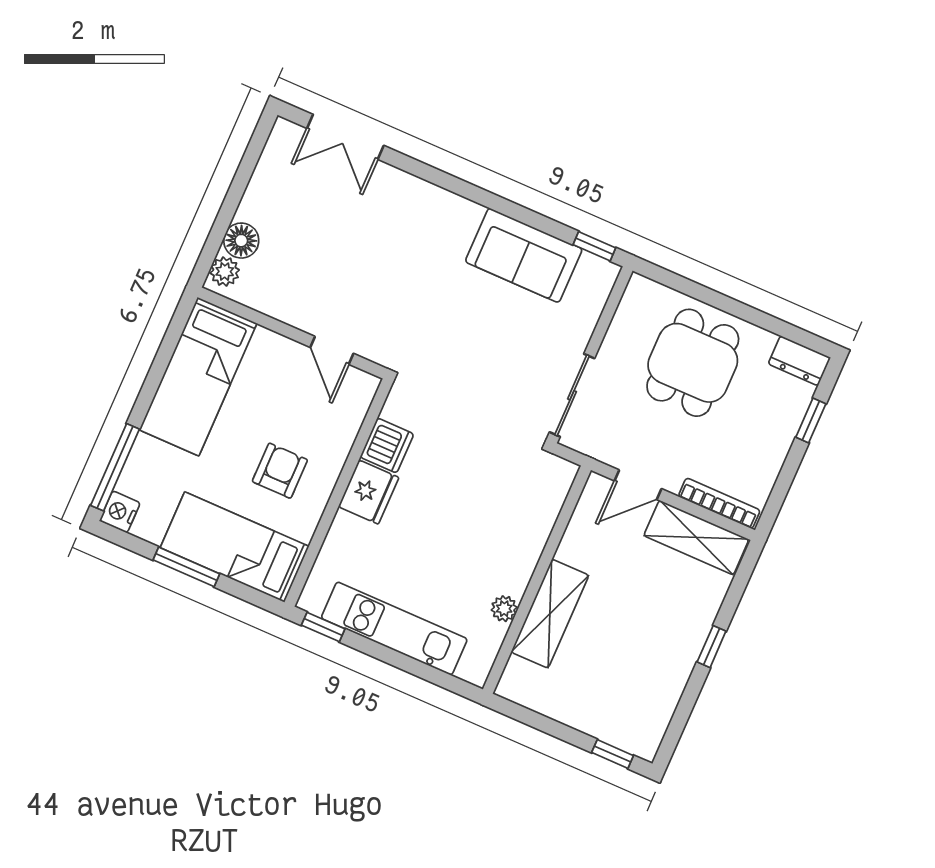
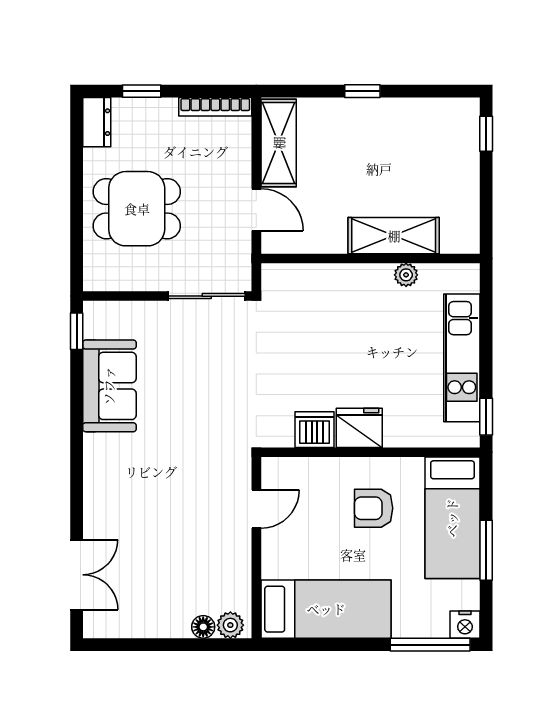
floor lamp: (241, 241) -> (203, 627), width x0.73, depth x0.73
bookcase: (719, 503) -> (215, 107), moved, turned -90

